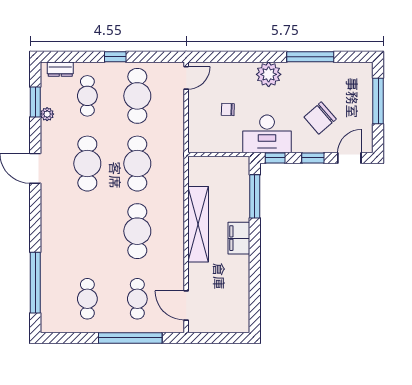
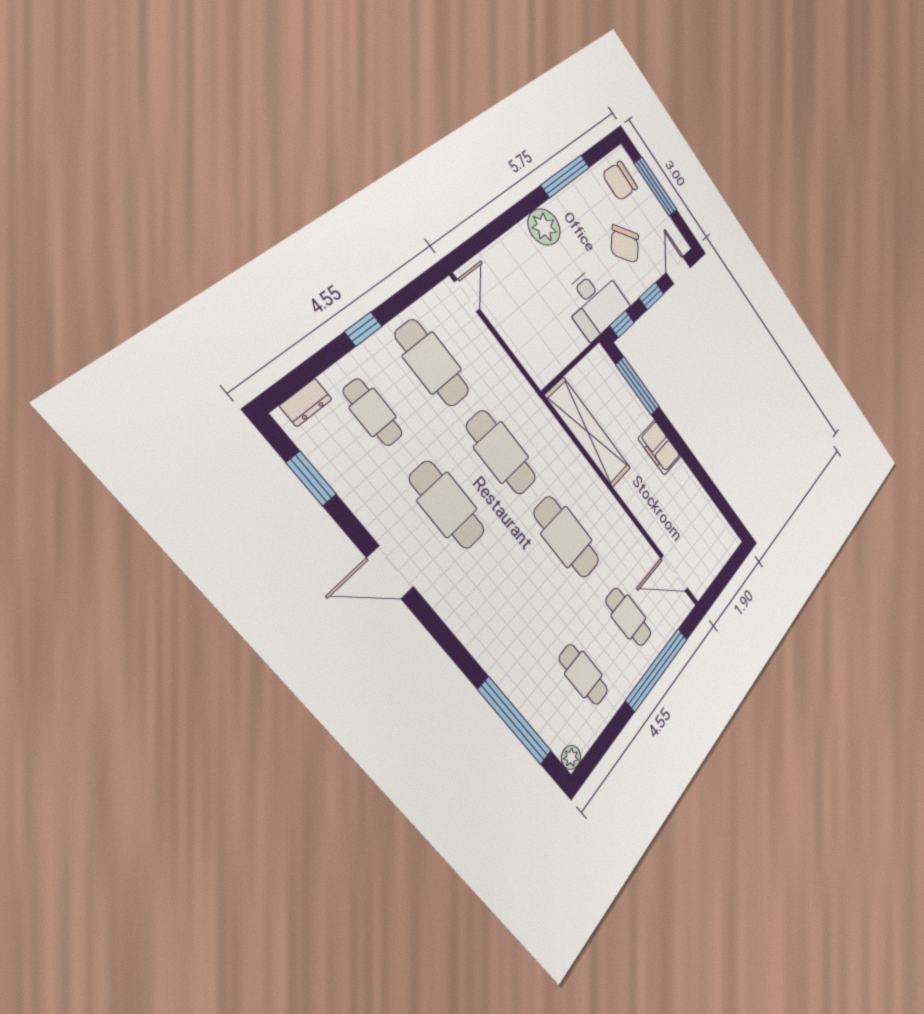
chair: (228, 109) -> (620, 181), moved, width x1.87, depth x1.87
plant: (47, 114) -> (571, 757), moved
shelving: (198, 224) -> (588, 432), moved

